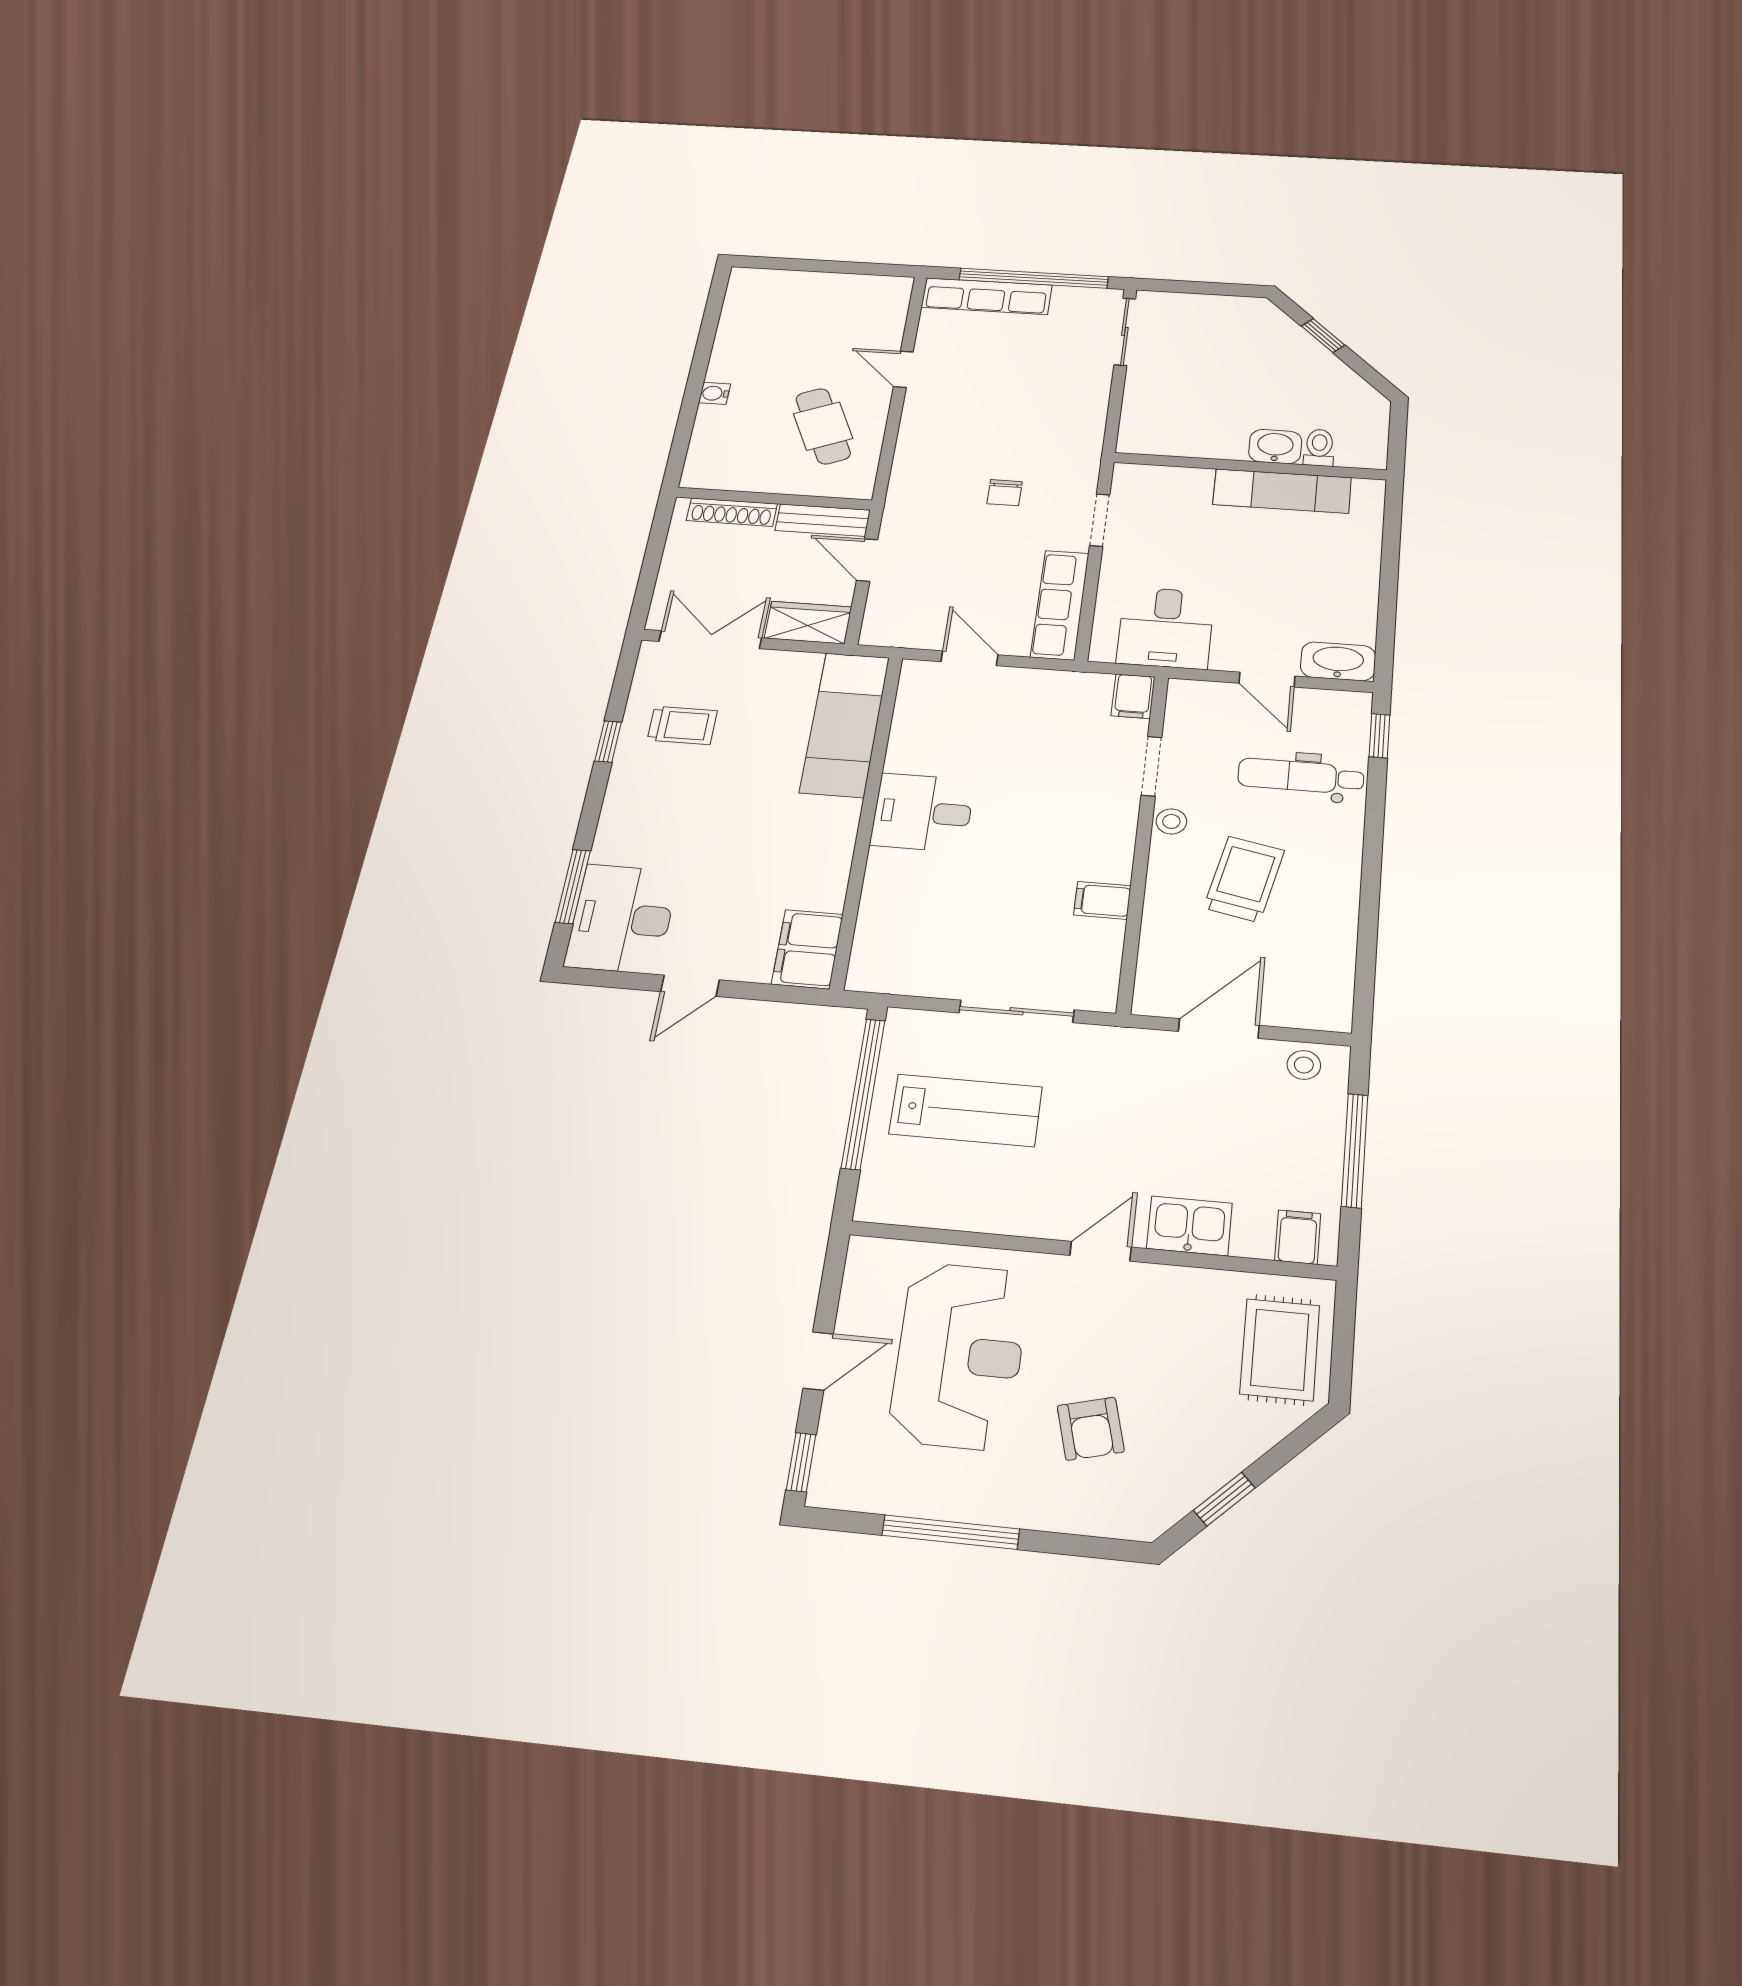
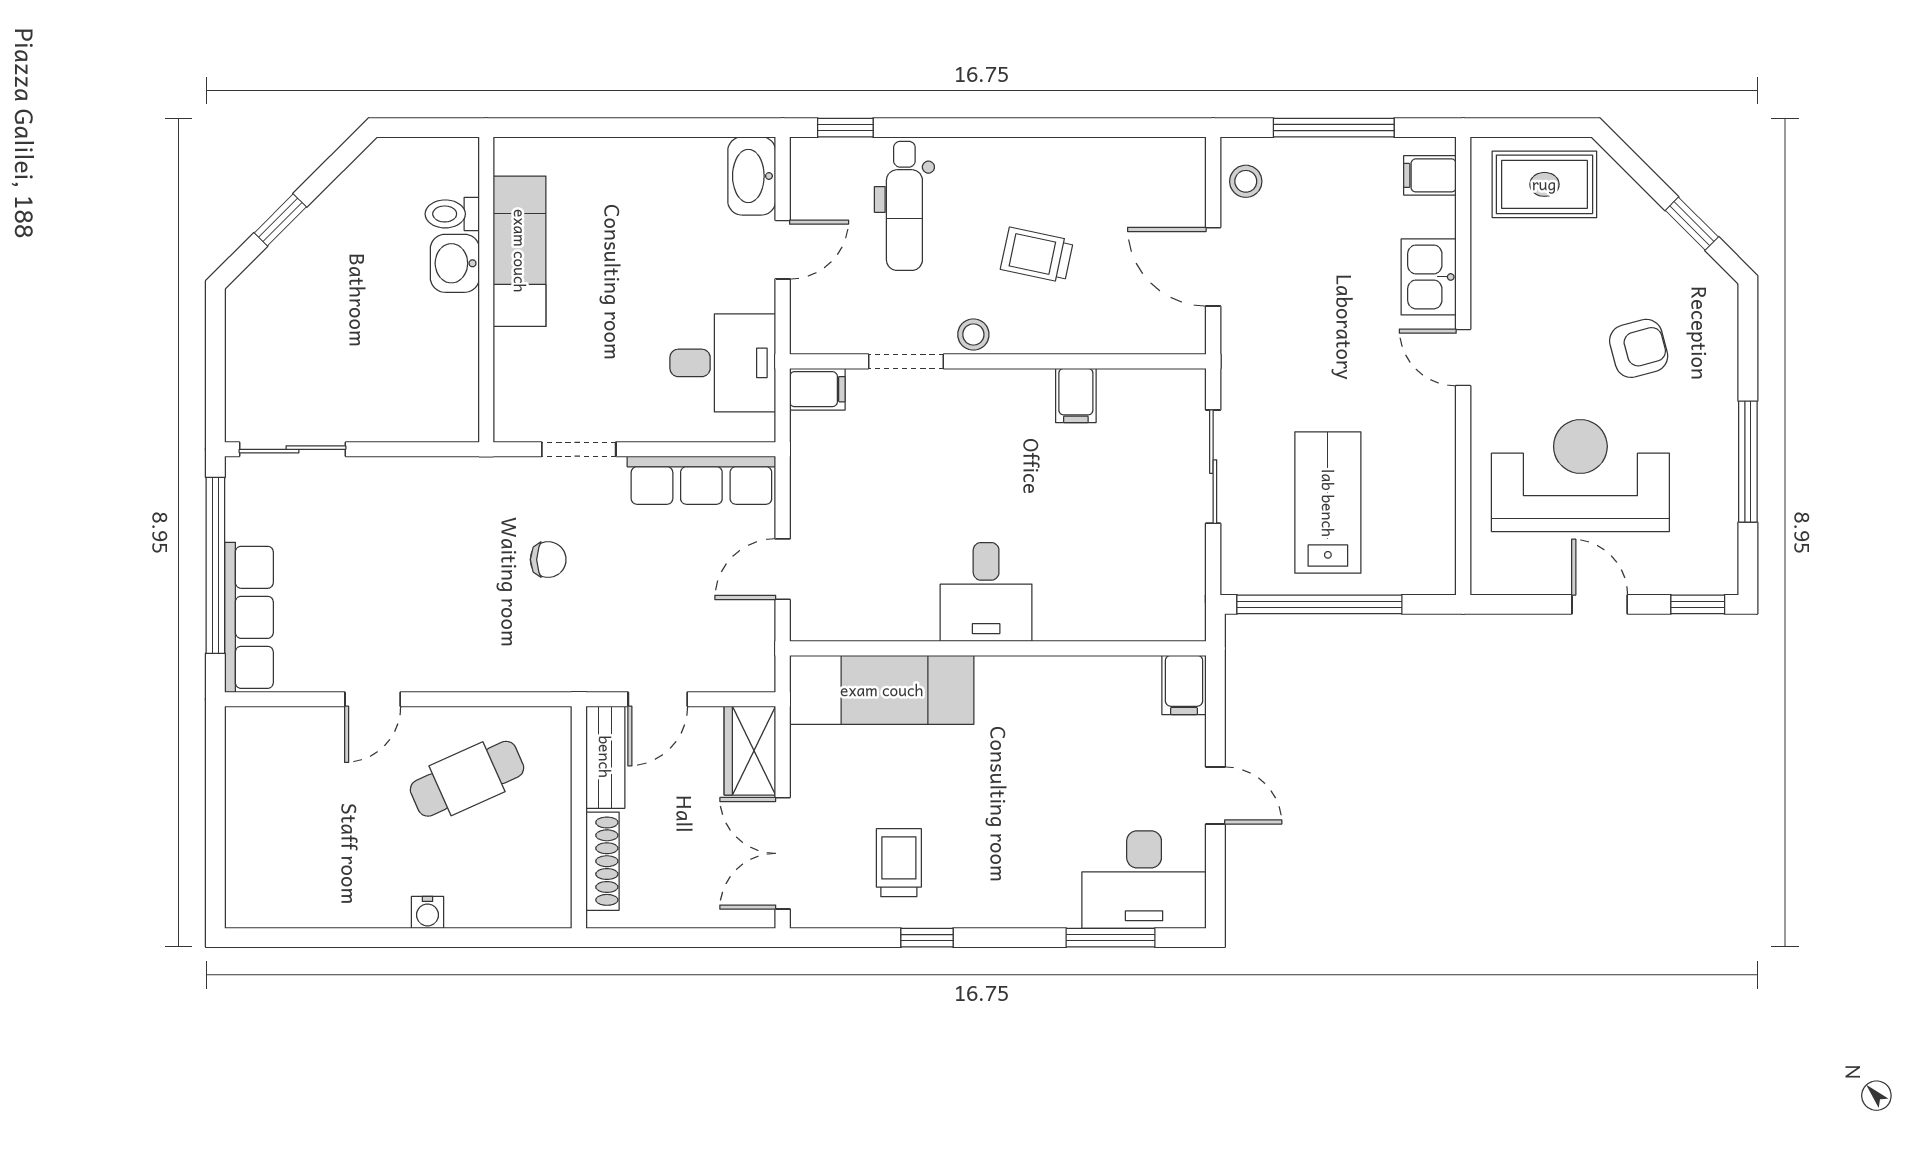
trolley: (1244, 879) -> (1037, 255), width x0.73, depth x0.72
filing cabinet: (807, 949) -> (1184, 685), width x0.50

